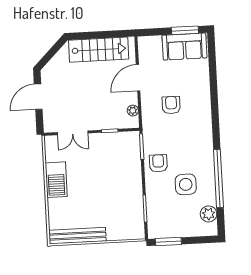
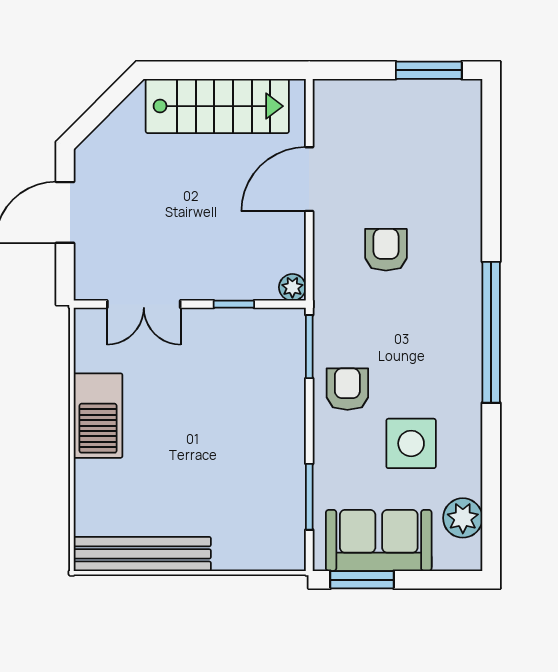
sofa: (184, 47) -> (379, 540), moved, turned 180
plant: (133, 111) -> (292, 287), moved
window: (218, 179) -> (491, 332), moved

